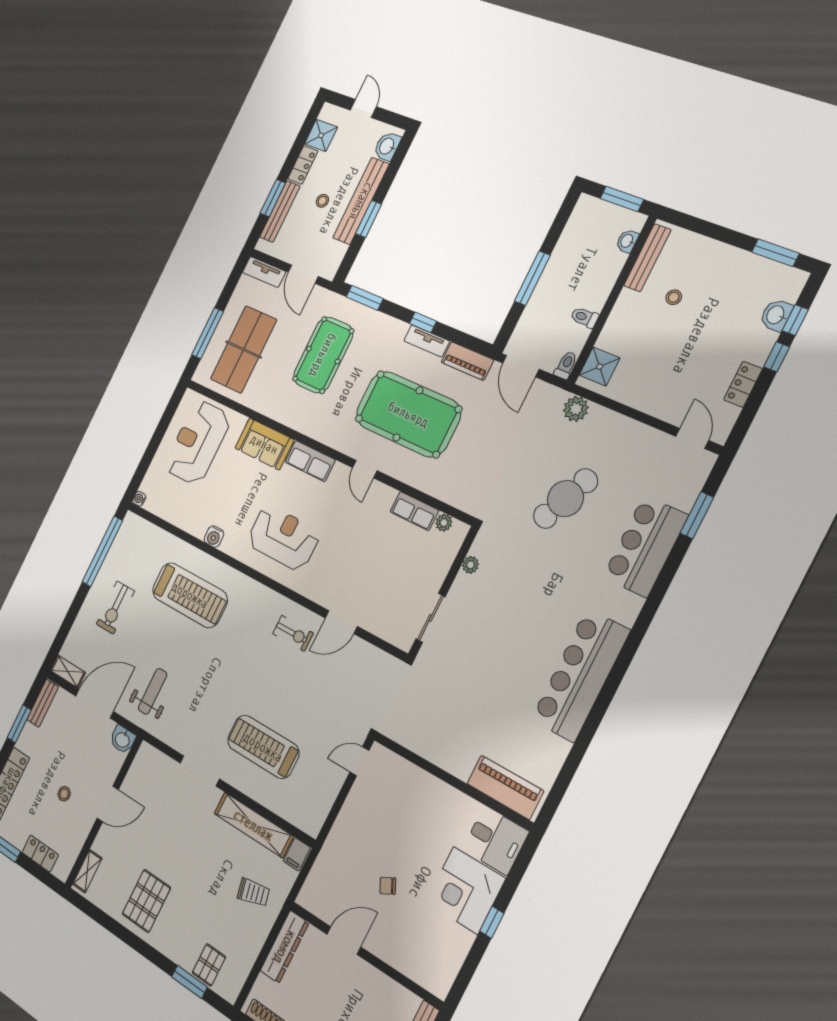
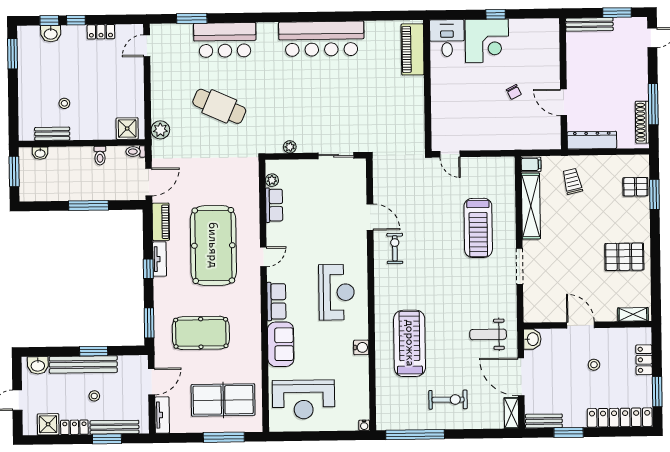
bench: (647, 258) -> (52, 134), width x0.73
reception desk: (283, 538) -> (337, 292), turned 180

